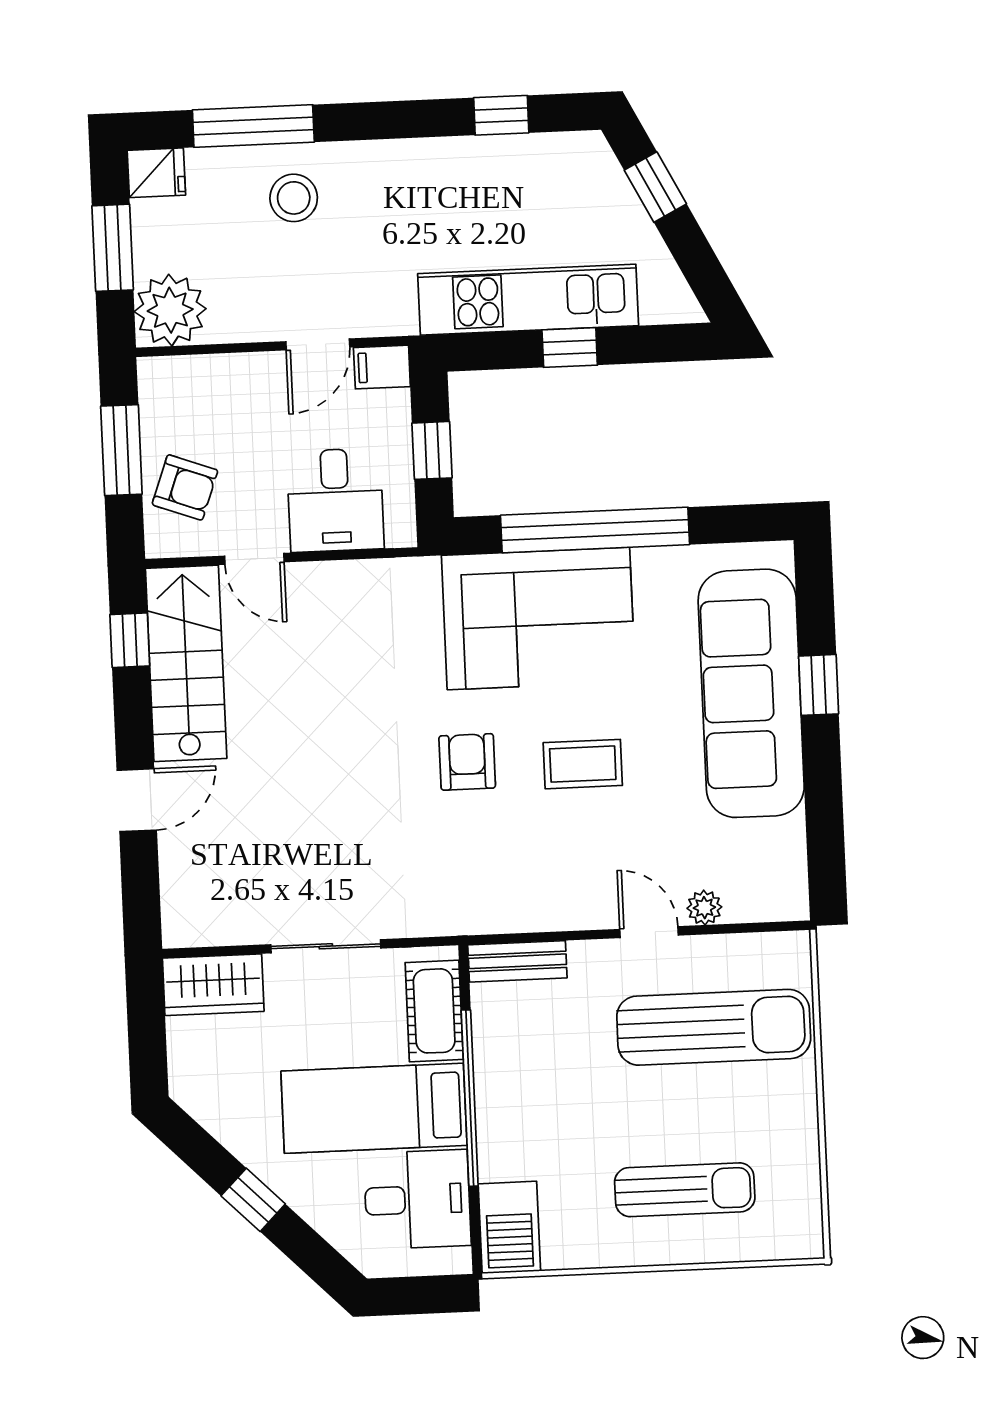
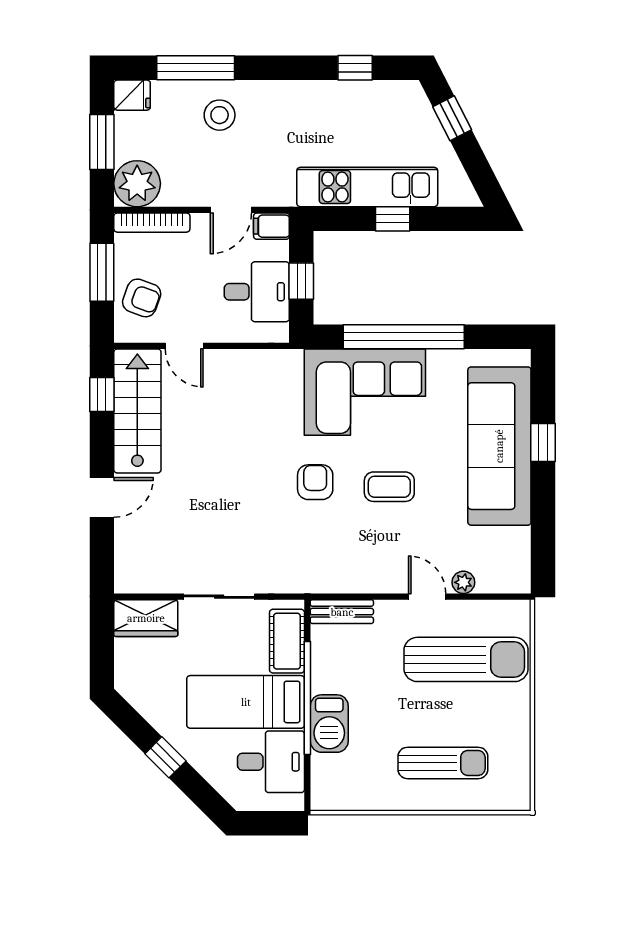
bookcase: (196, 370) -> (152, 223), added
desk: (335, 500) -> (257, 292), moved, turned -90
barbecue: (509, 1227) -> (329, 724), moved

